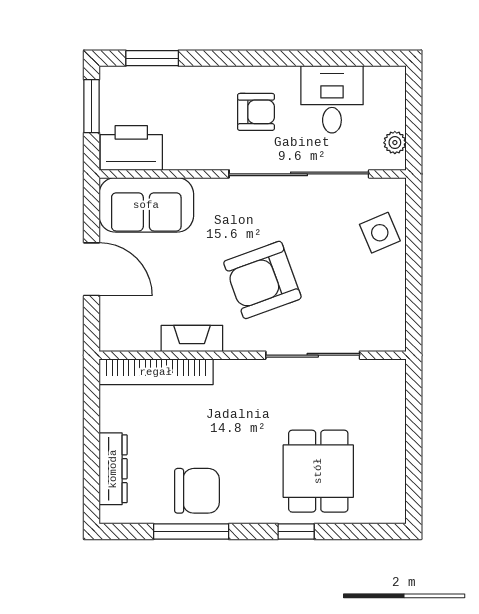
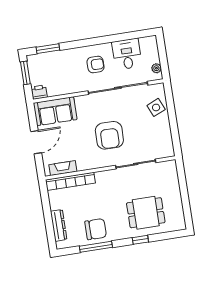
printer: (131, 148) -> (39, 92), width x0.53, depth x0.68
door: (91, 269) -> (36, 142), hinge flipped
armchair: (262, 280) -> (109, 135), turned -69
fireplace: (192, 338) -> (63, 168), moved
dining table: (318, 471) -> (146, 213), turned 90

